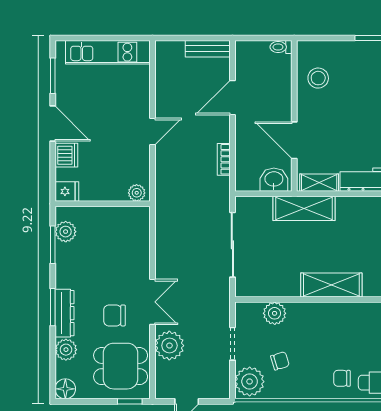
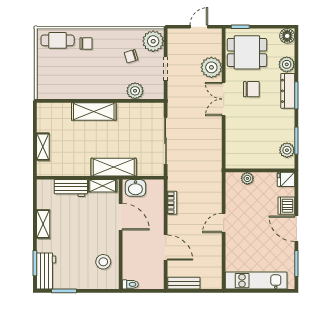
door: (232, 98) -> (166, 248), hinge flipped
plant: (137, 193) -> (247, 178), moved

